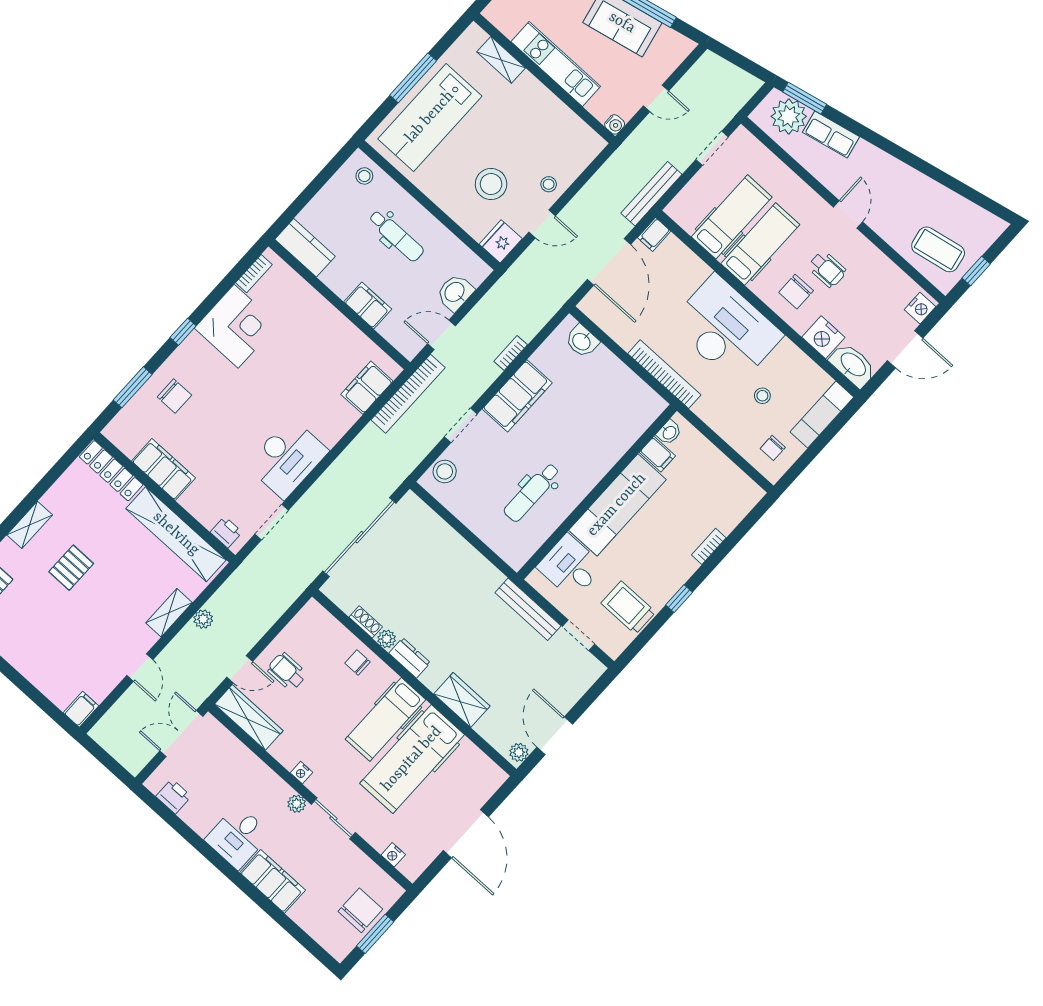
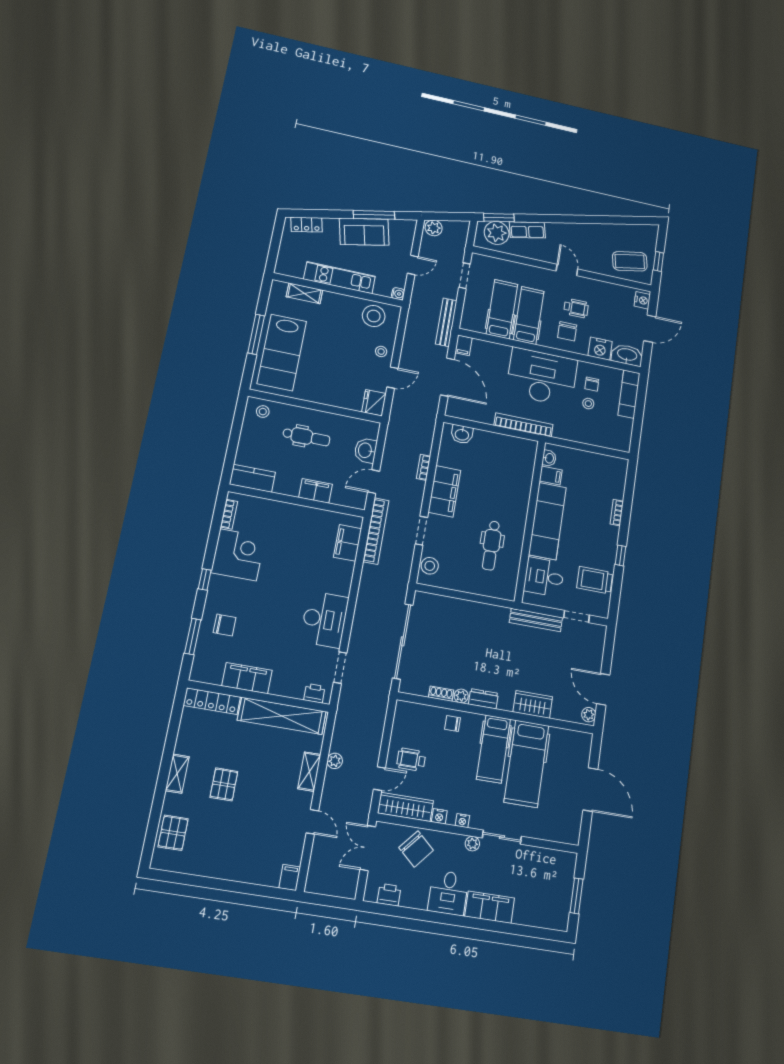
plant: (712, 66) -> (434, 228), added
stool: (491, 184) -> (374, 316), moved
chair: (773, 448) -> (592, 384), moved
nightstand: (393, 855) -> (439, 816), moved
chair: (360, 910) -> (416, 849), moved, turned 131

